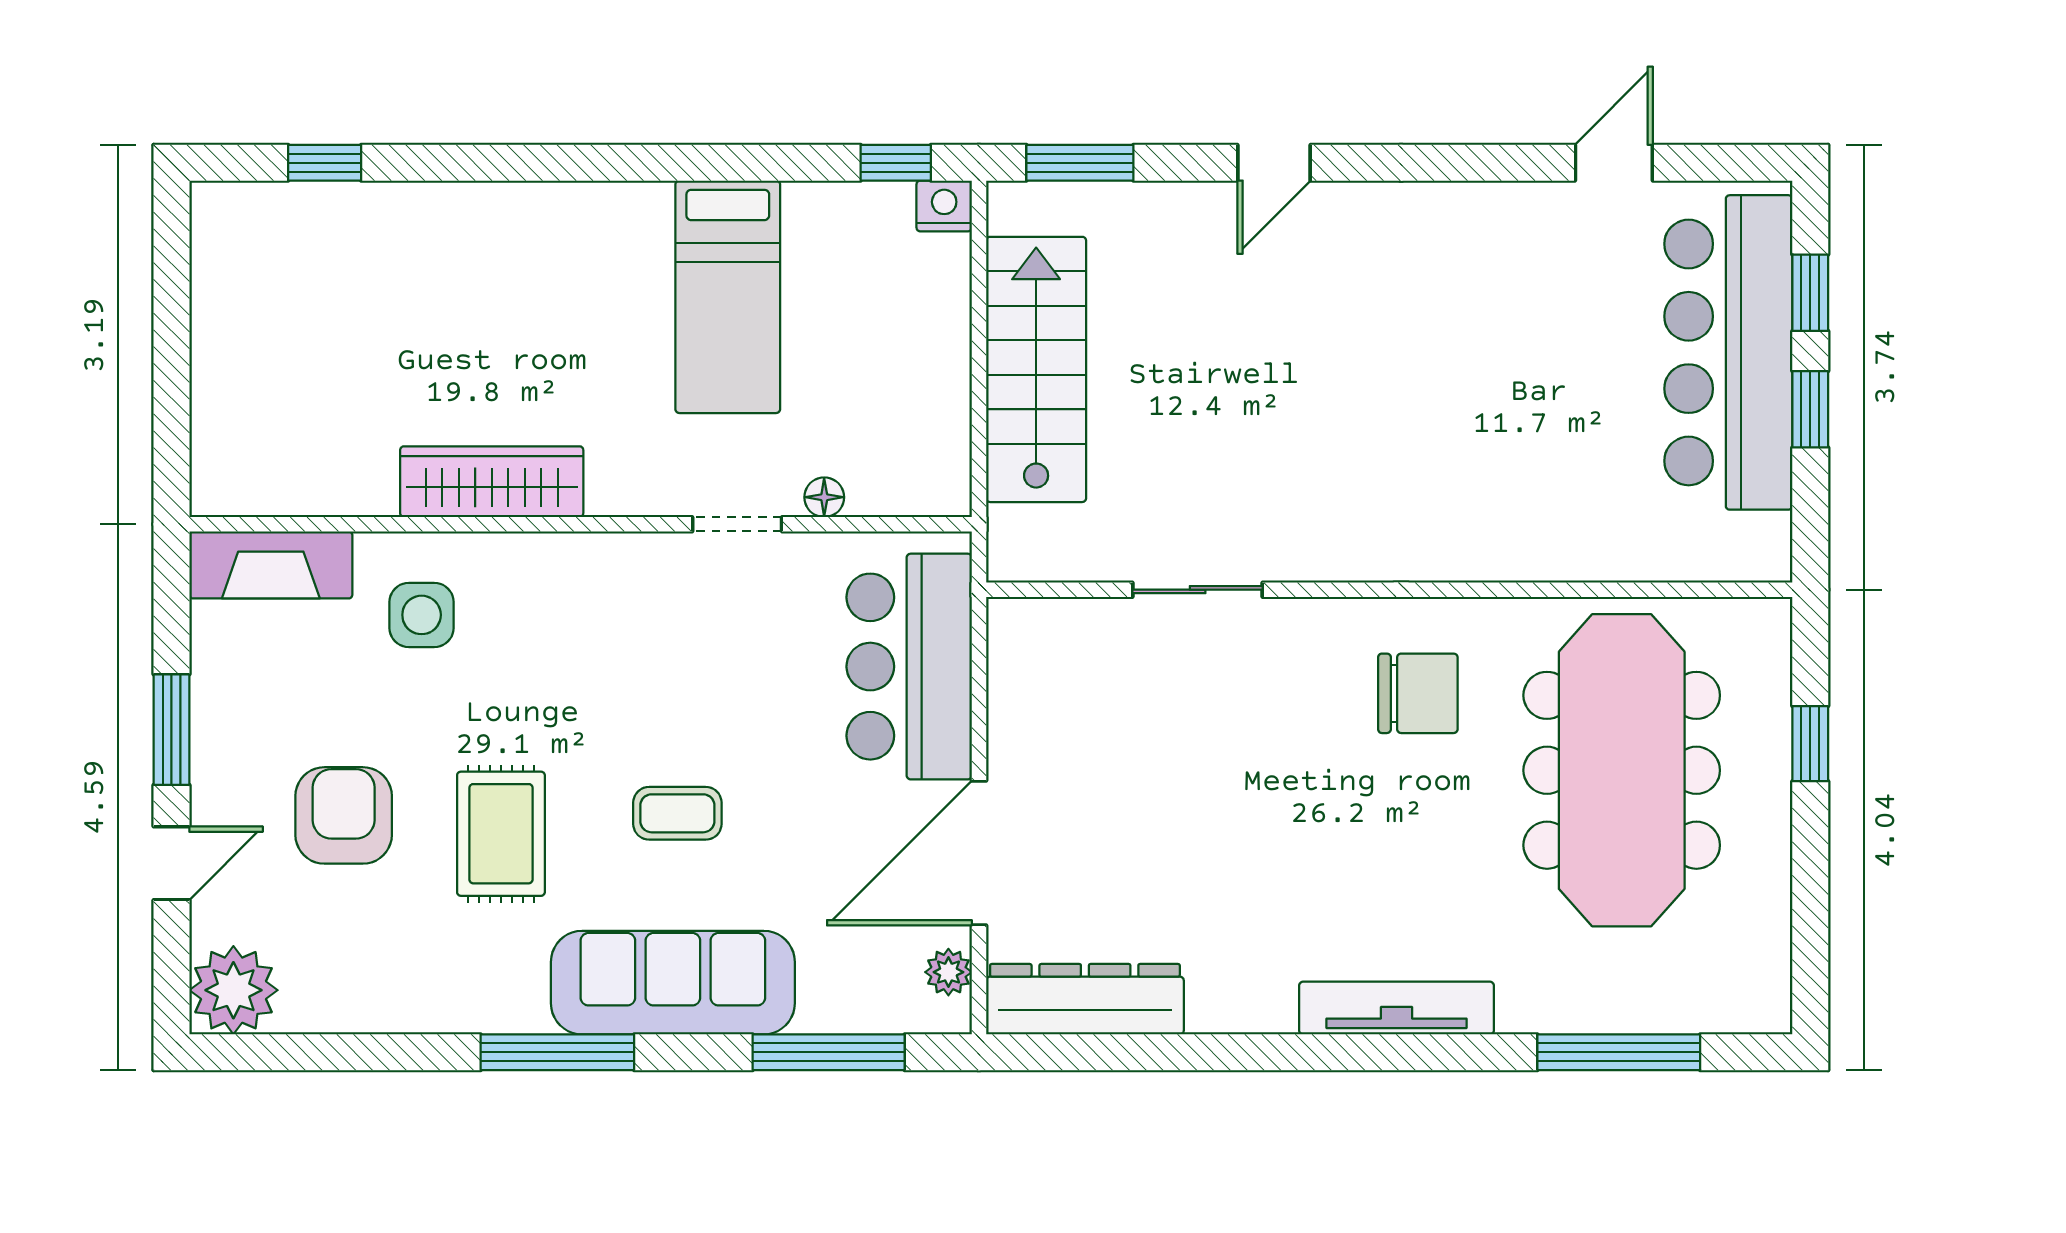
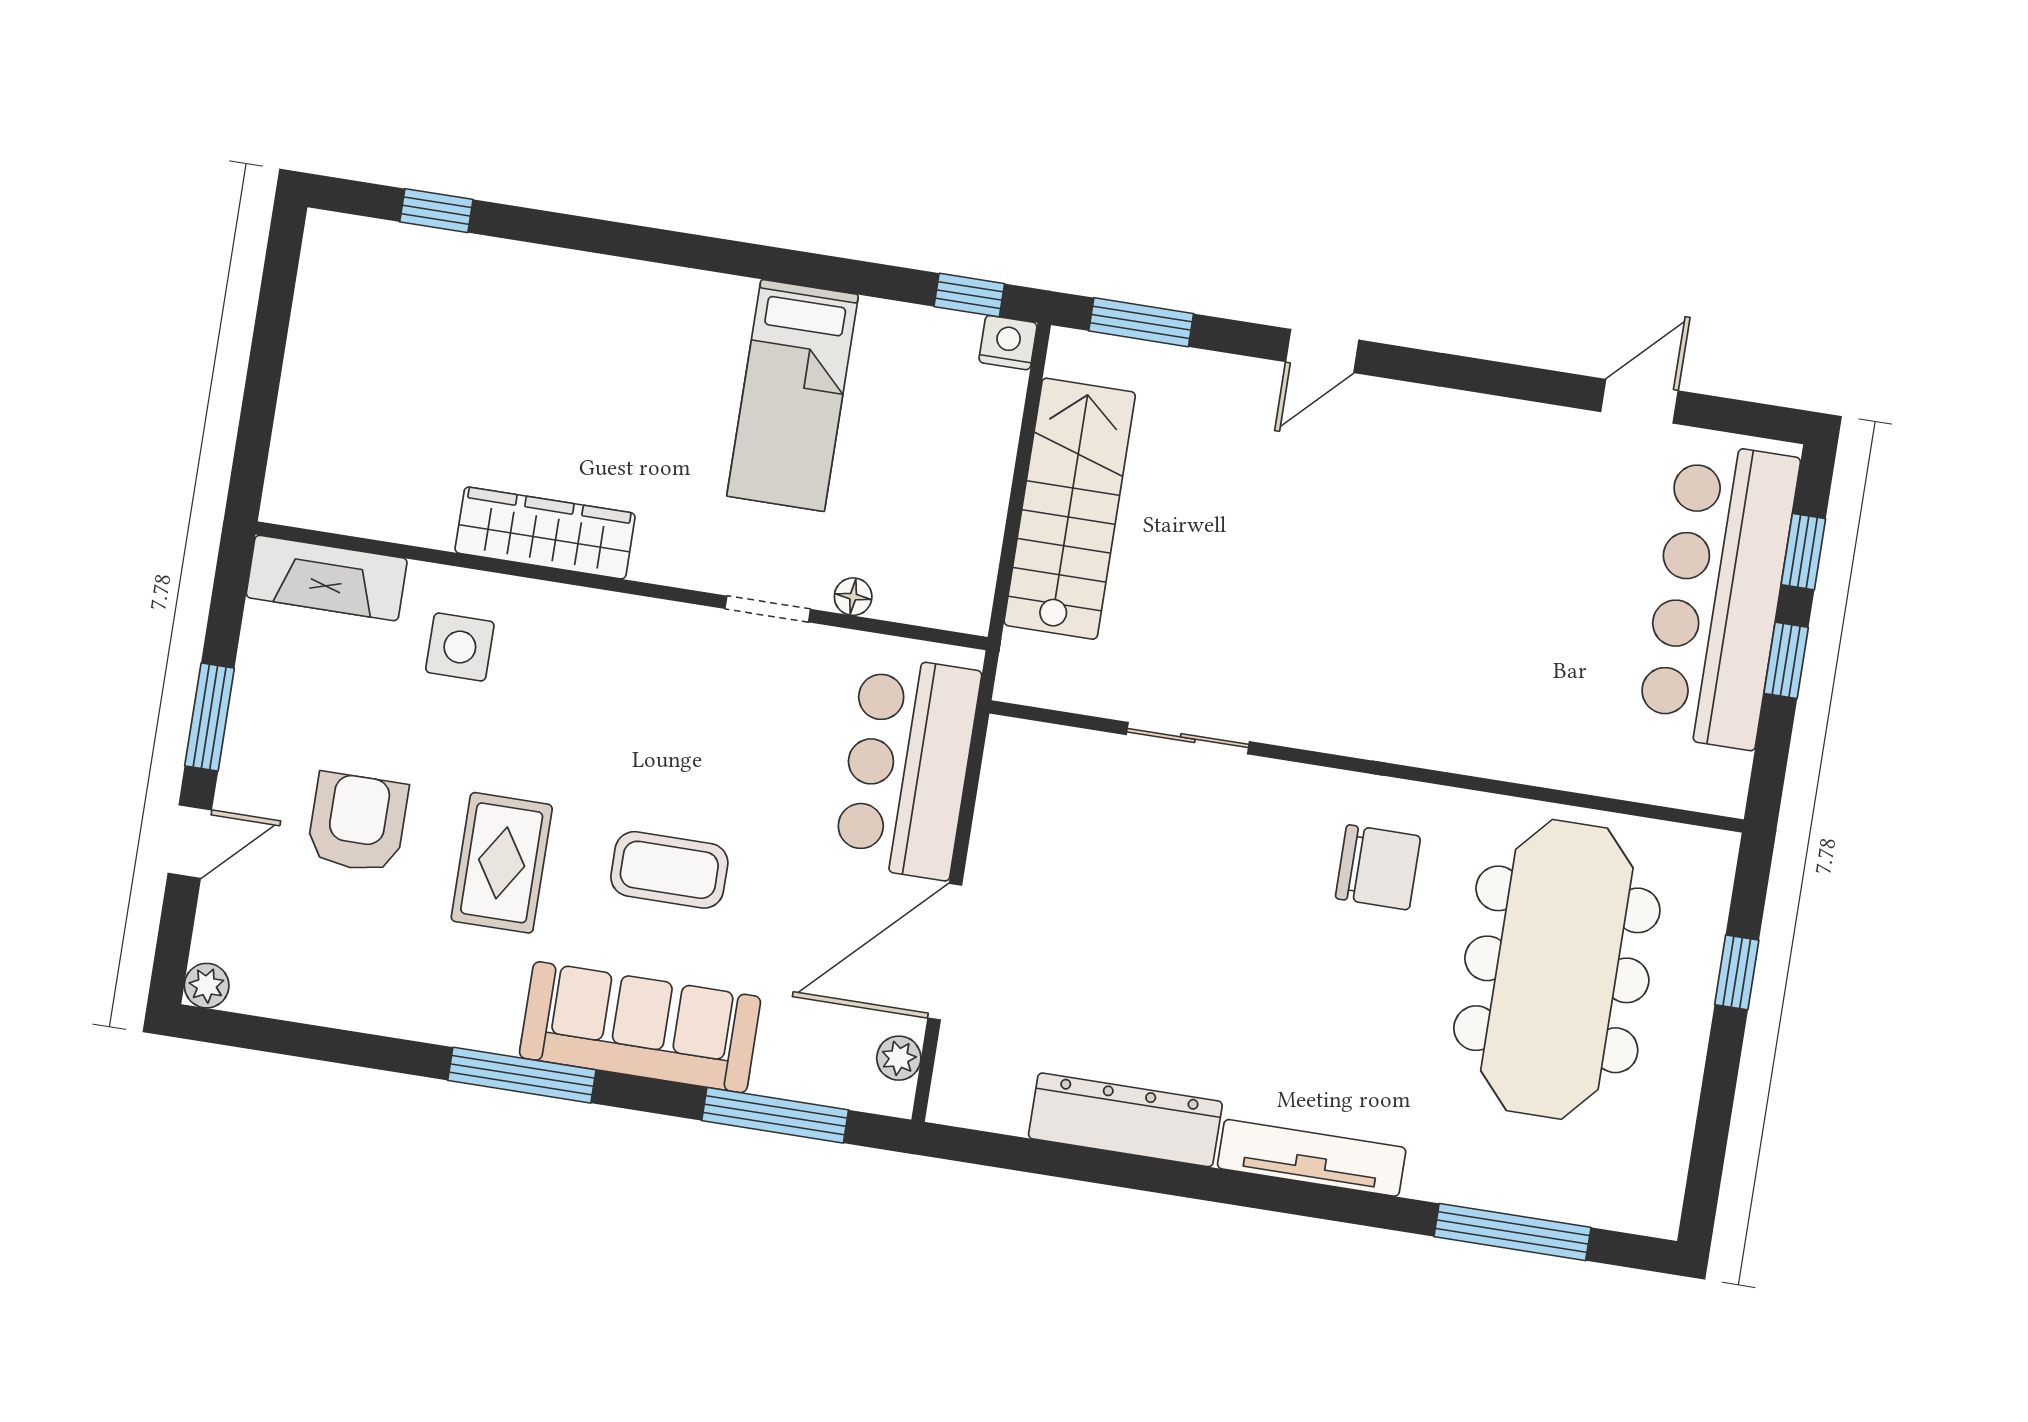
coffee table: (677, 813) -> (669, 870), width x1.36, depth x1.30
plant: (233, 990) -> (207, 986), width x0.53, depth x0.53
dresser: (1085, 999) -> (1125, 1120), moved

